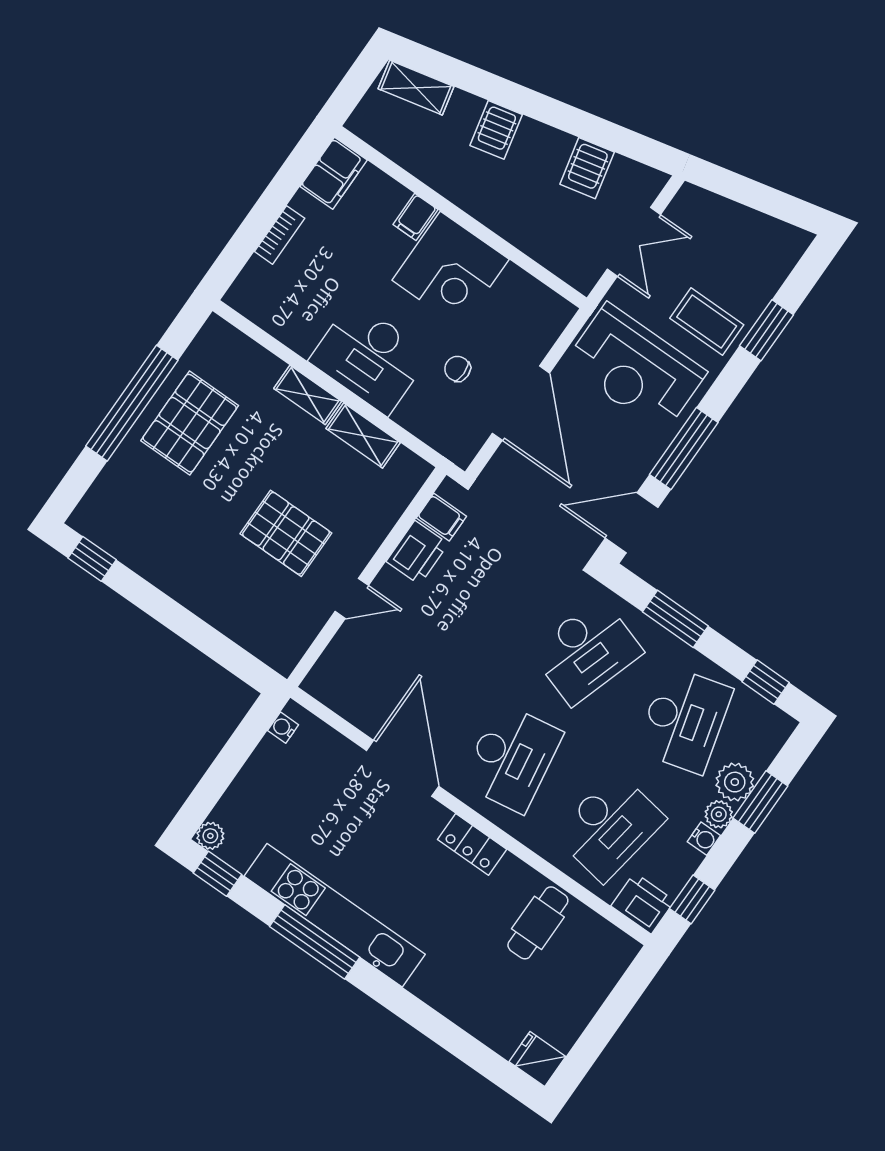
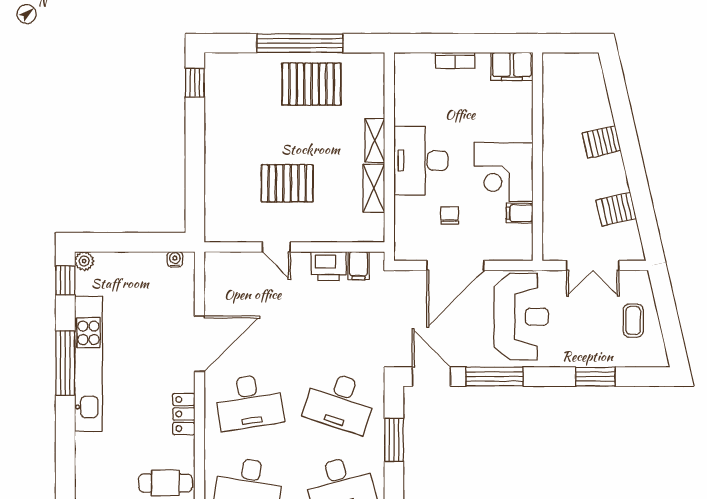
shelving: (416, 88) -> (594, 79), removed
filing cabinet: (415, 217) -> (520, 213), moved
coffee table: (707, 321) -> (633, 320), moved, width x0.73, depth x0.77
reception desk: (635, 368) -> (521, 317), turned 180
pallet: (286, 533) -> (287, 183), turned 90

